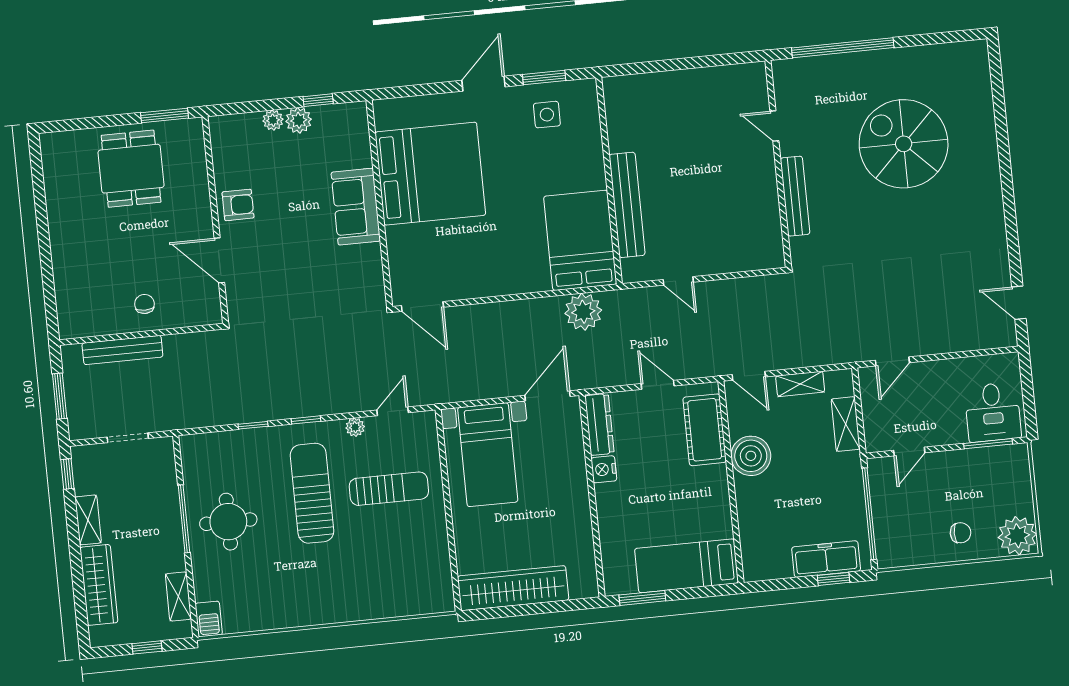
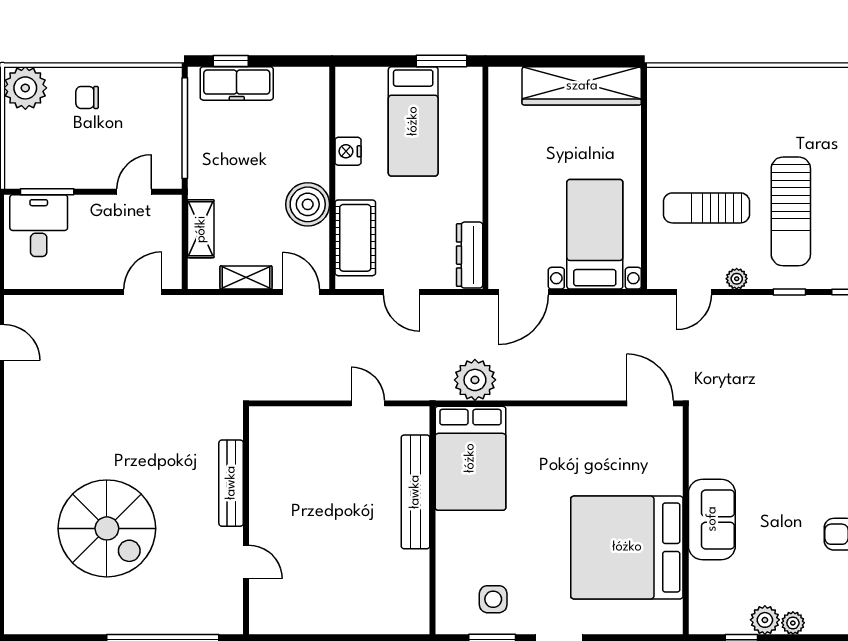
nightstand: (604, 469) -> (348, 151), moved, turned 180
bed: (686, 566) -> (413, 121), moved, turned 90

